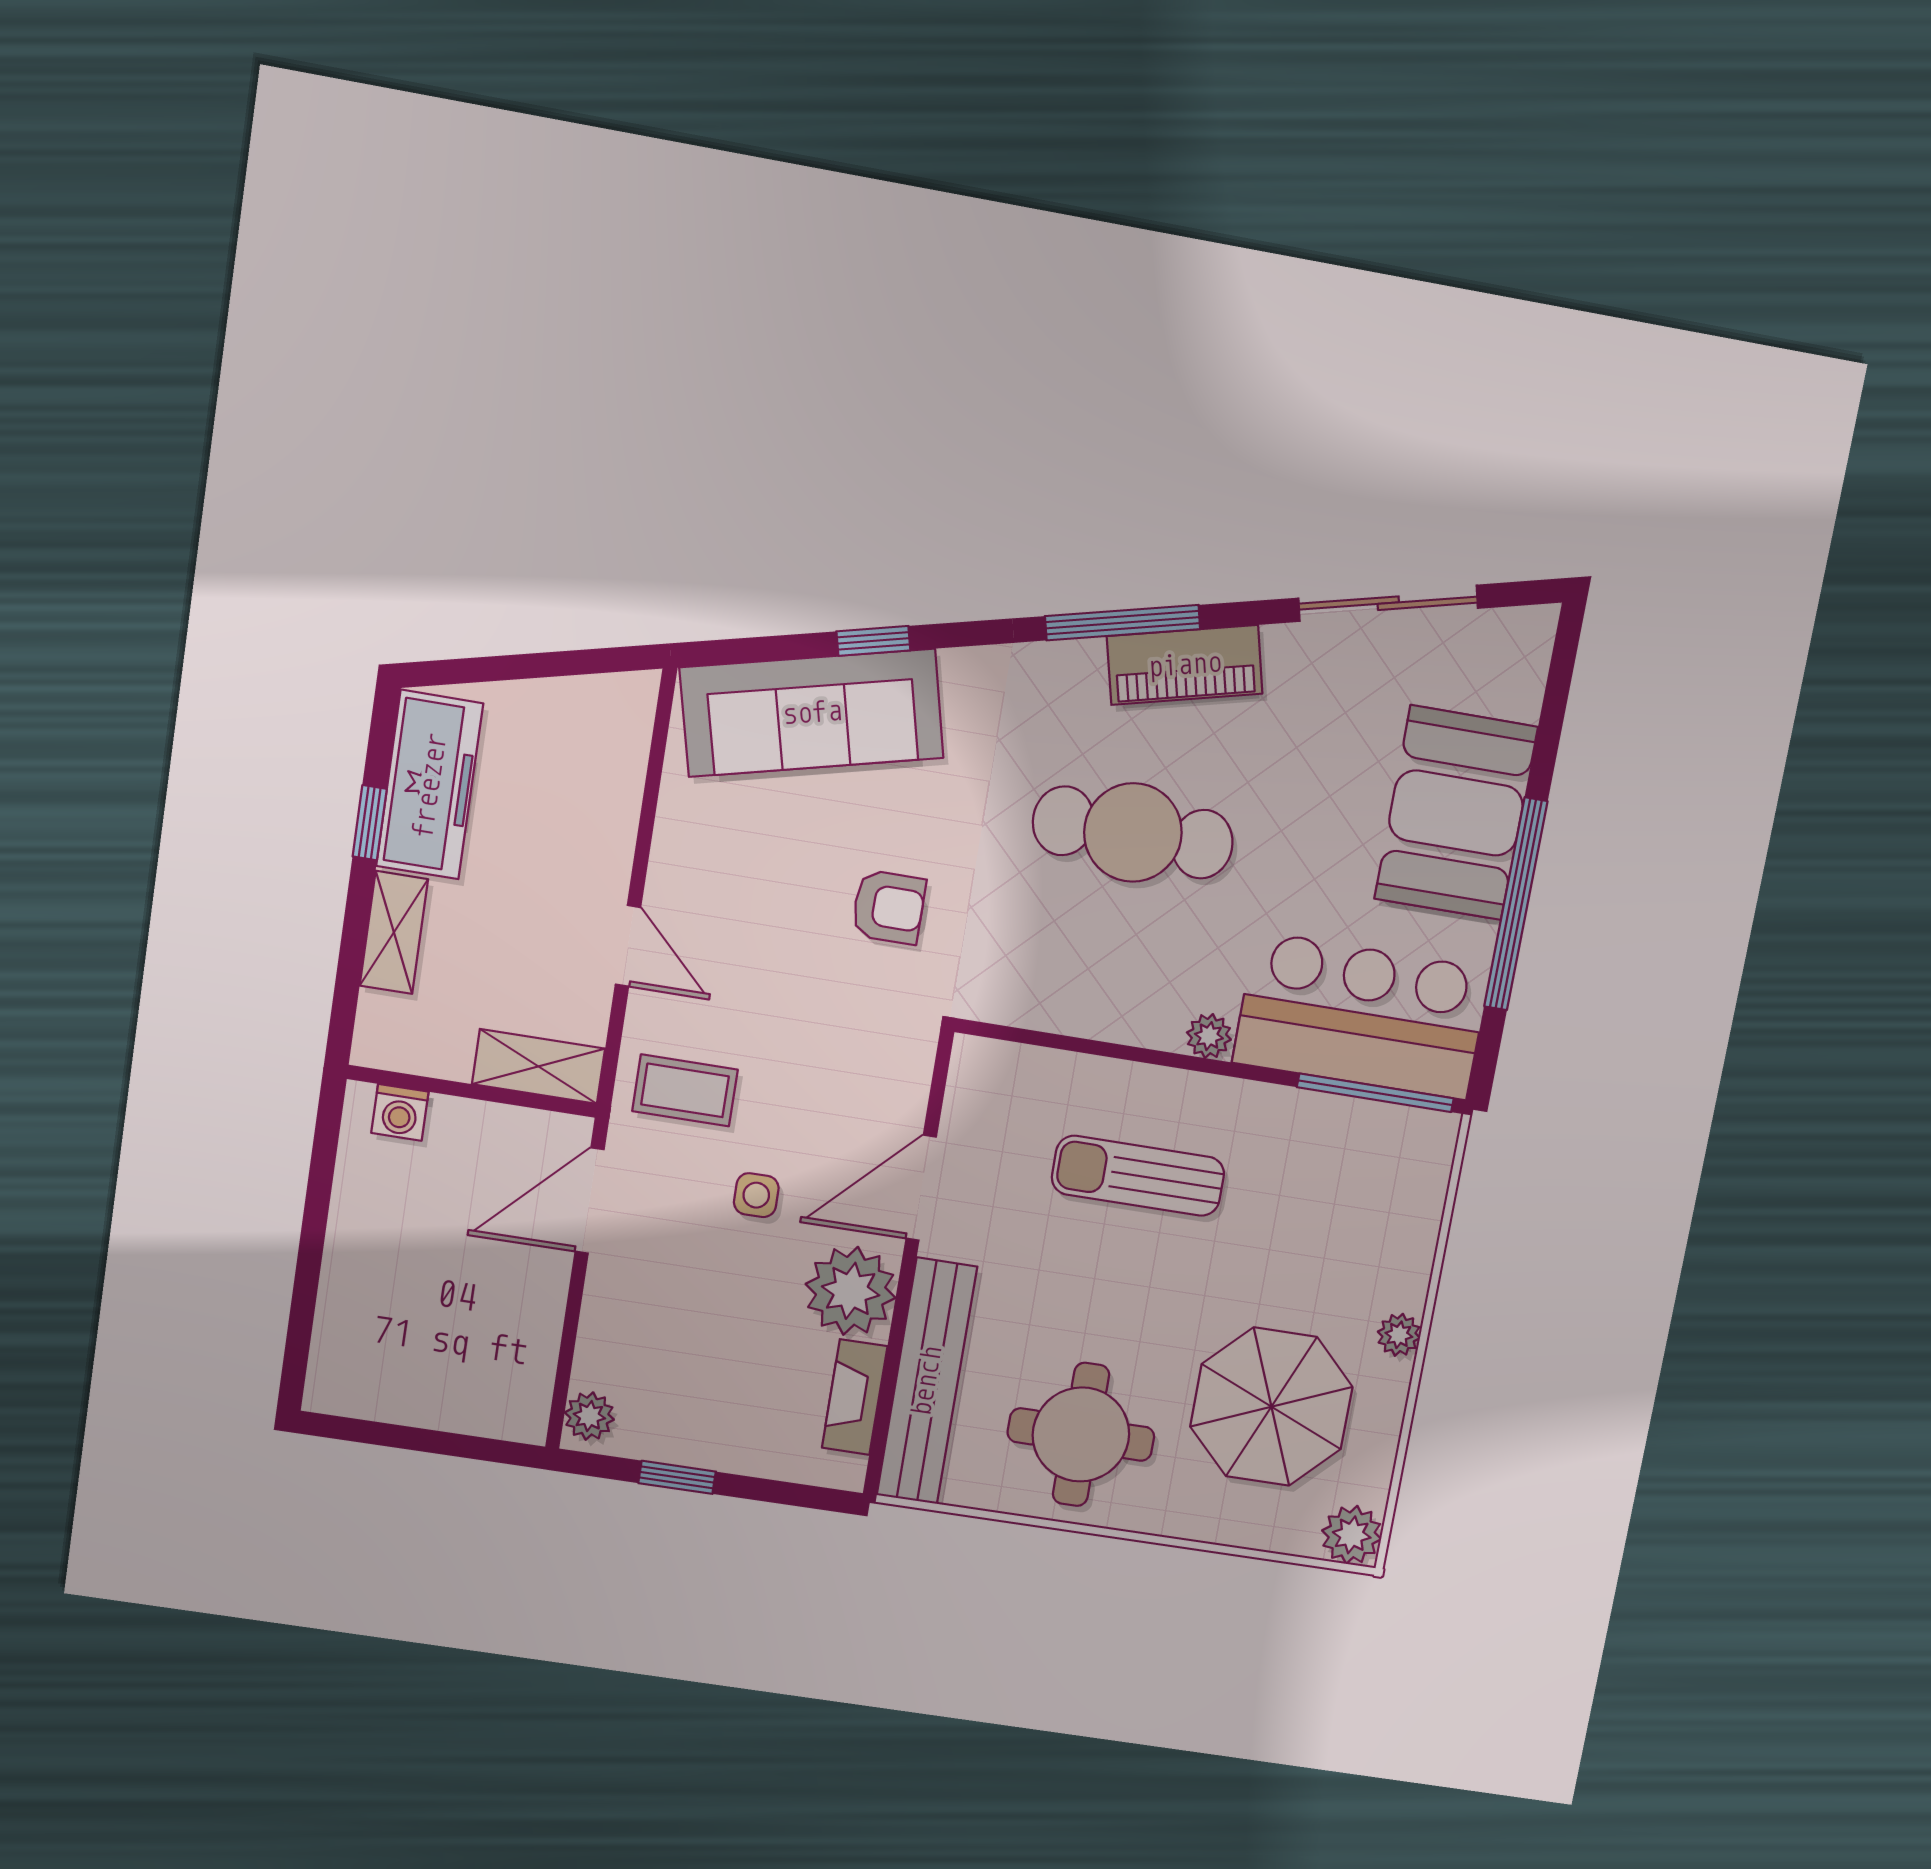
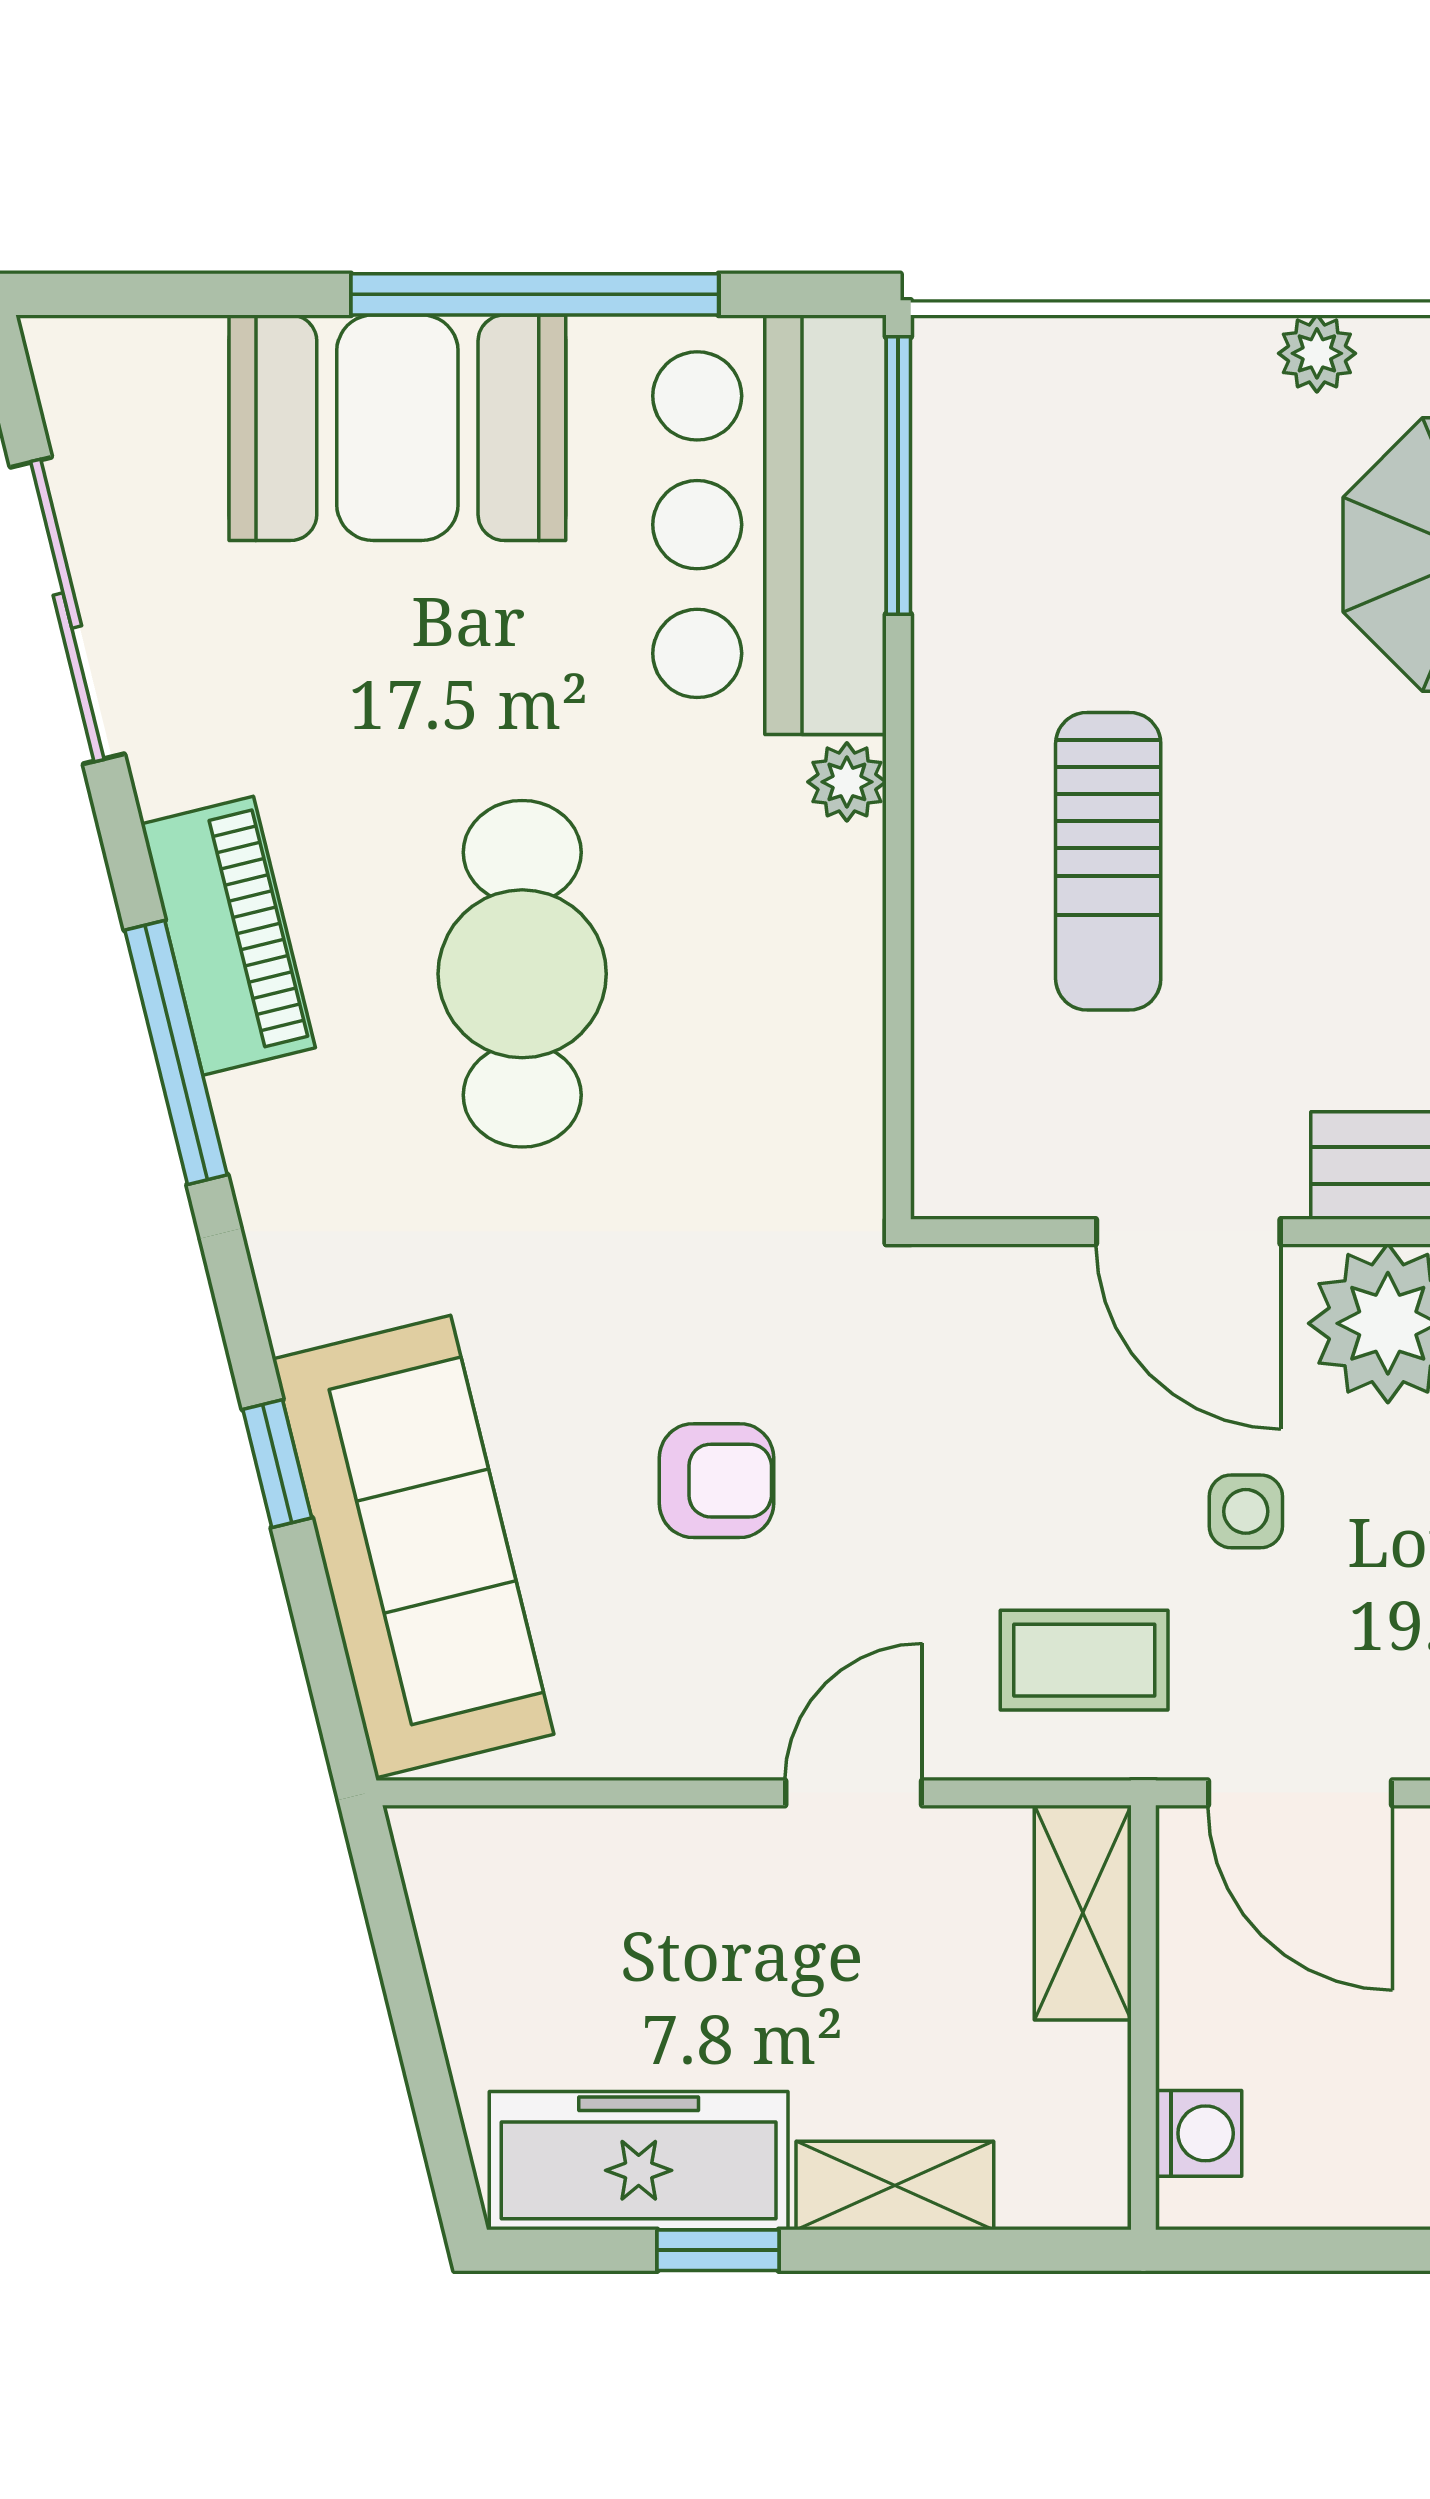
armchair: (889, 907) -> (716, 1481), moved, turned 90
coffee table: (685, 1090) -> (1084, 1660), turned 90

